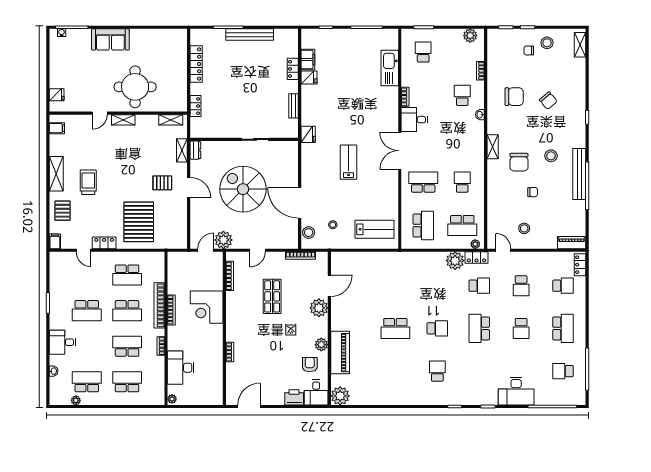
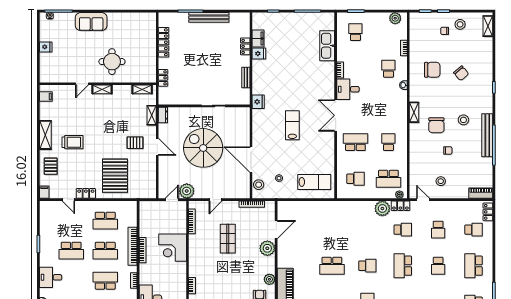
round table: (135, 87) -> (112, 62), width x0.73, depth x0.73
fridge: (57, 95) -> (46, 47), moved
trolley: (88, 182) -> (72, 142), turned 90
school desk: (423, 226) -> (355, 179), width x0.54
school desk: (563, 328) -> (474, 266), turned 180

